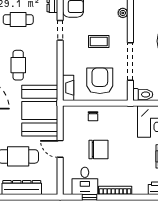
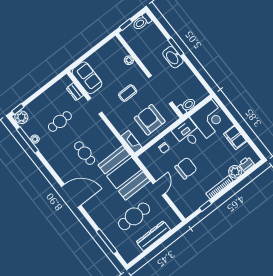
door: (60, 149) -> (159, 188), swing flipped
desk: (85, 181) -> (187, 133), moved, turned 180
plant: (140, 187) -> (235, 172), added

